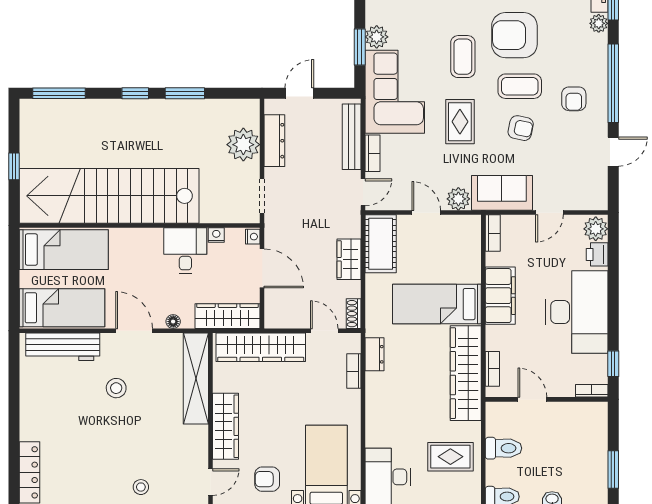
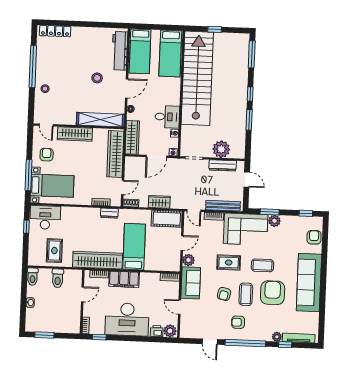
filing cabinet: (500, 296) -> (124, 279), moved

